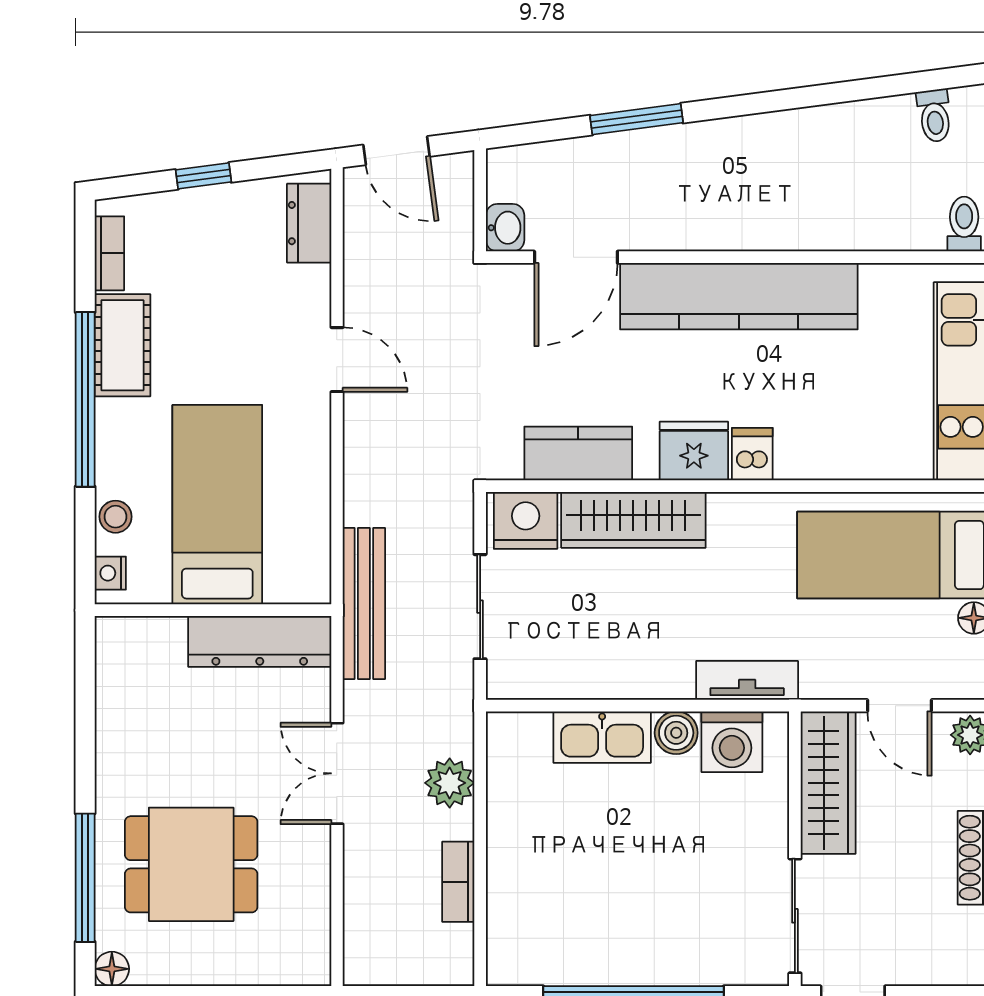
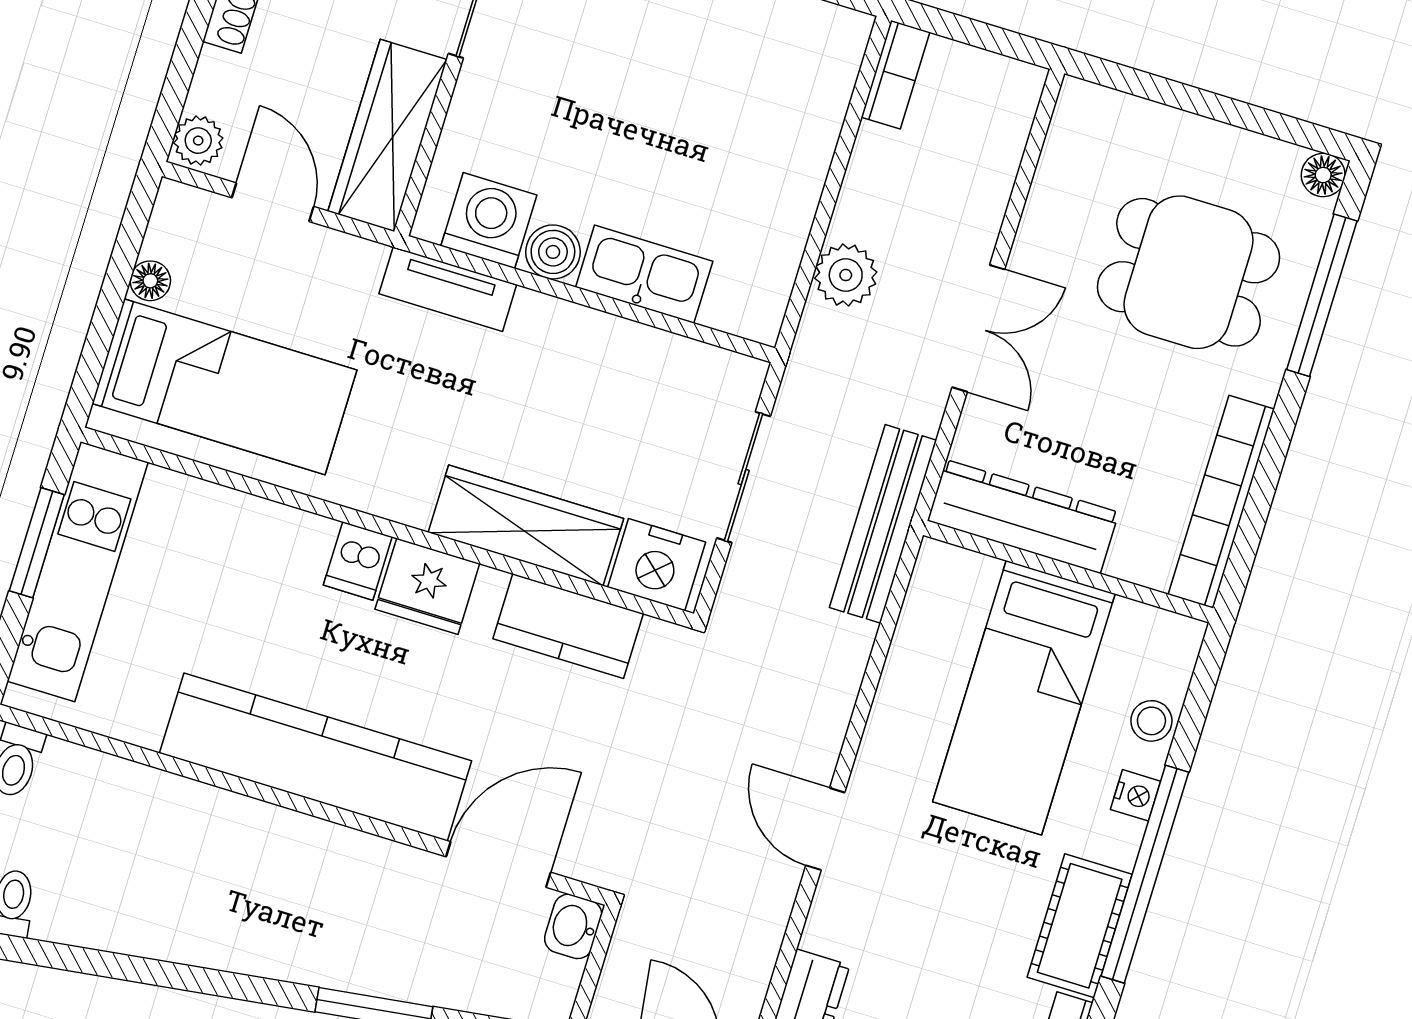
nightstand: (110, 573) -> (1136, 795), moved
bookcase: (113, 698) -> (1221, 502), added
bookcase: (458, 882) -> (895, 75), moved

